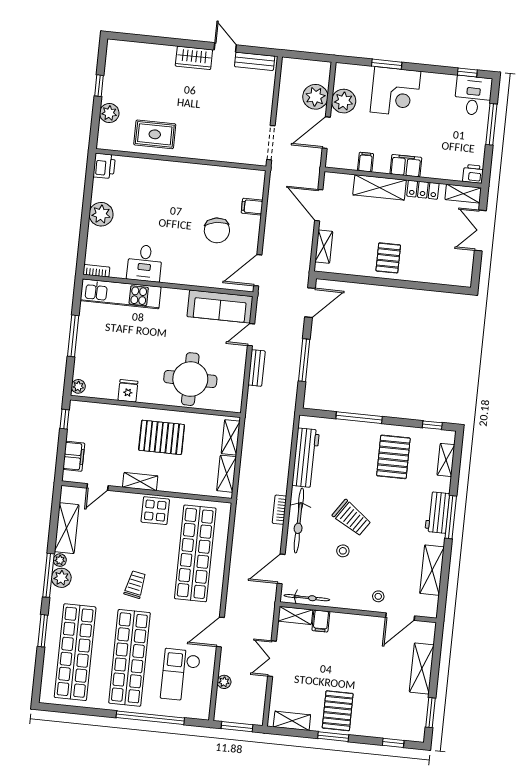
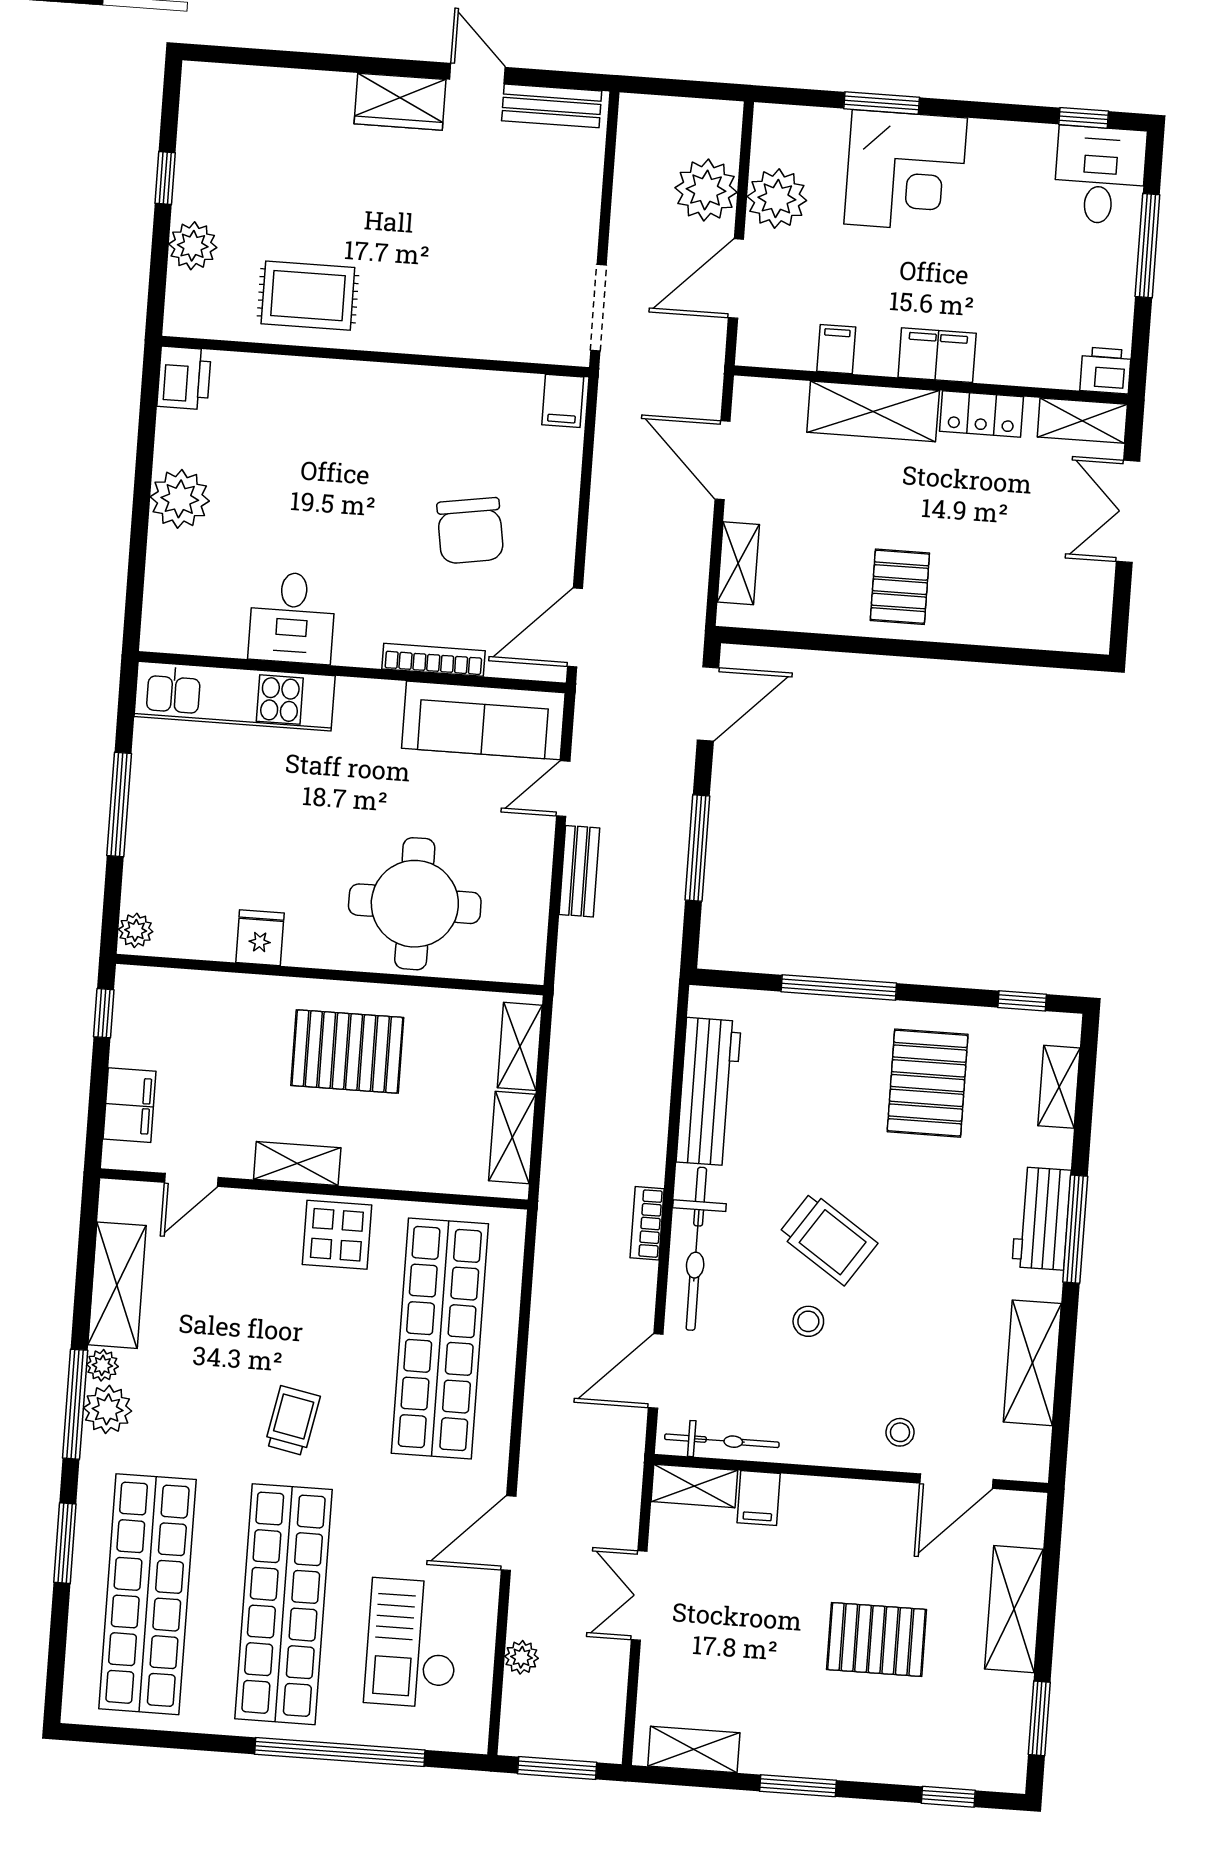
filing cabinet: (252, 207) -> (563, 401), moved, turned -90
bookcase: (96, 271) -> (434, 660), moved, width x1.56
pallet: (338, 711) -> (877, 1639), moved, turned 90

